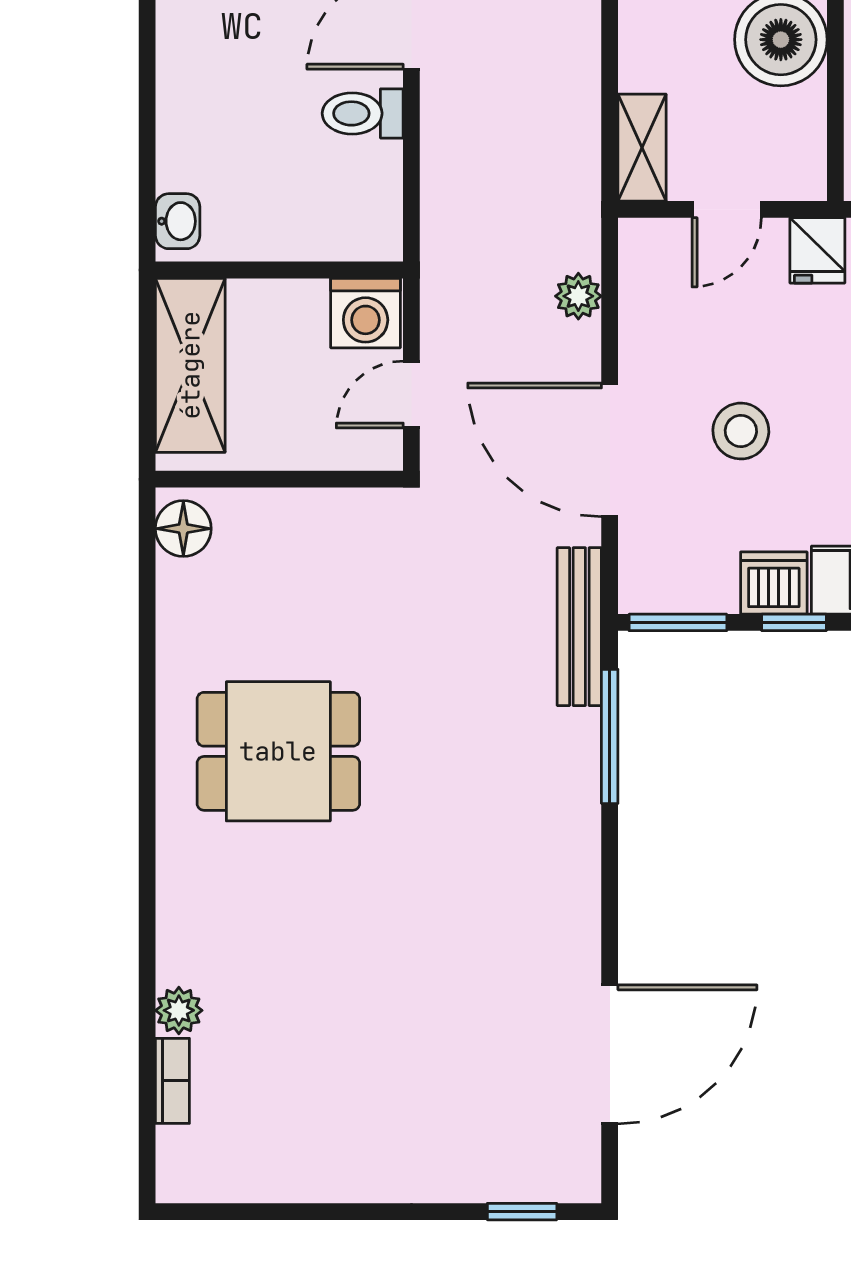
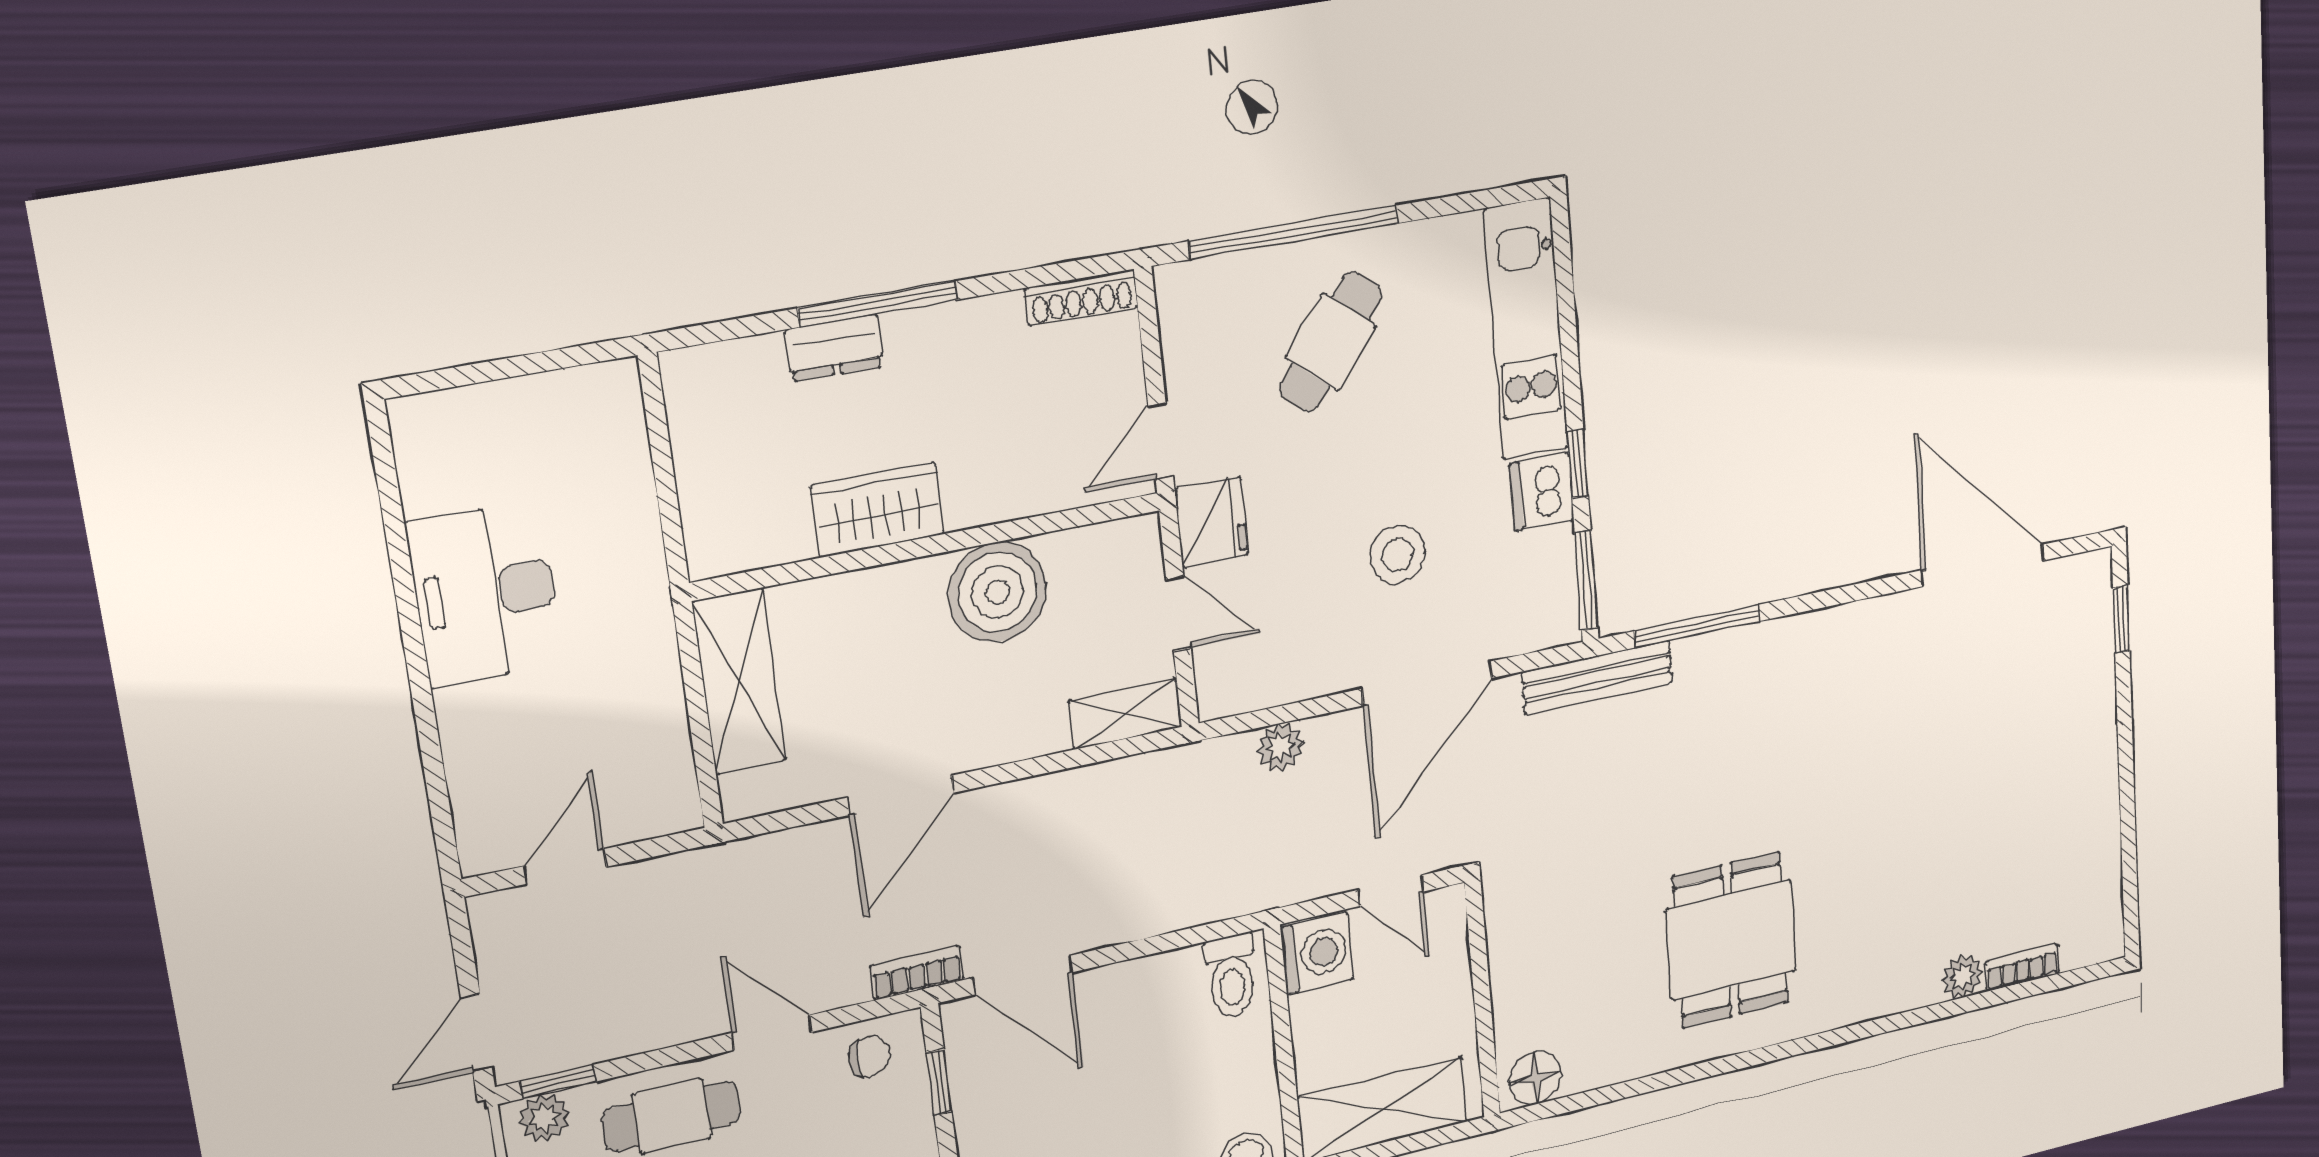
toilet: (363, 113) -> (1231, 976), moved
fridge: (817, 250) -> (1211, 522), width x1.38

